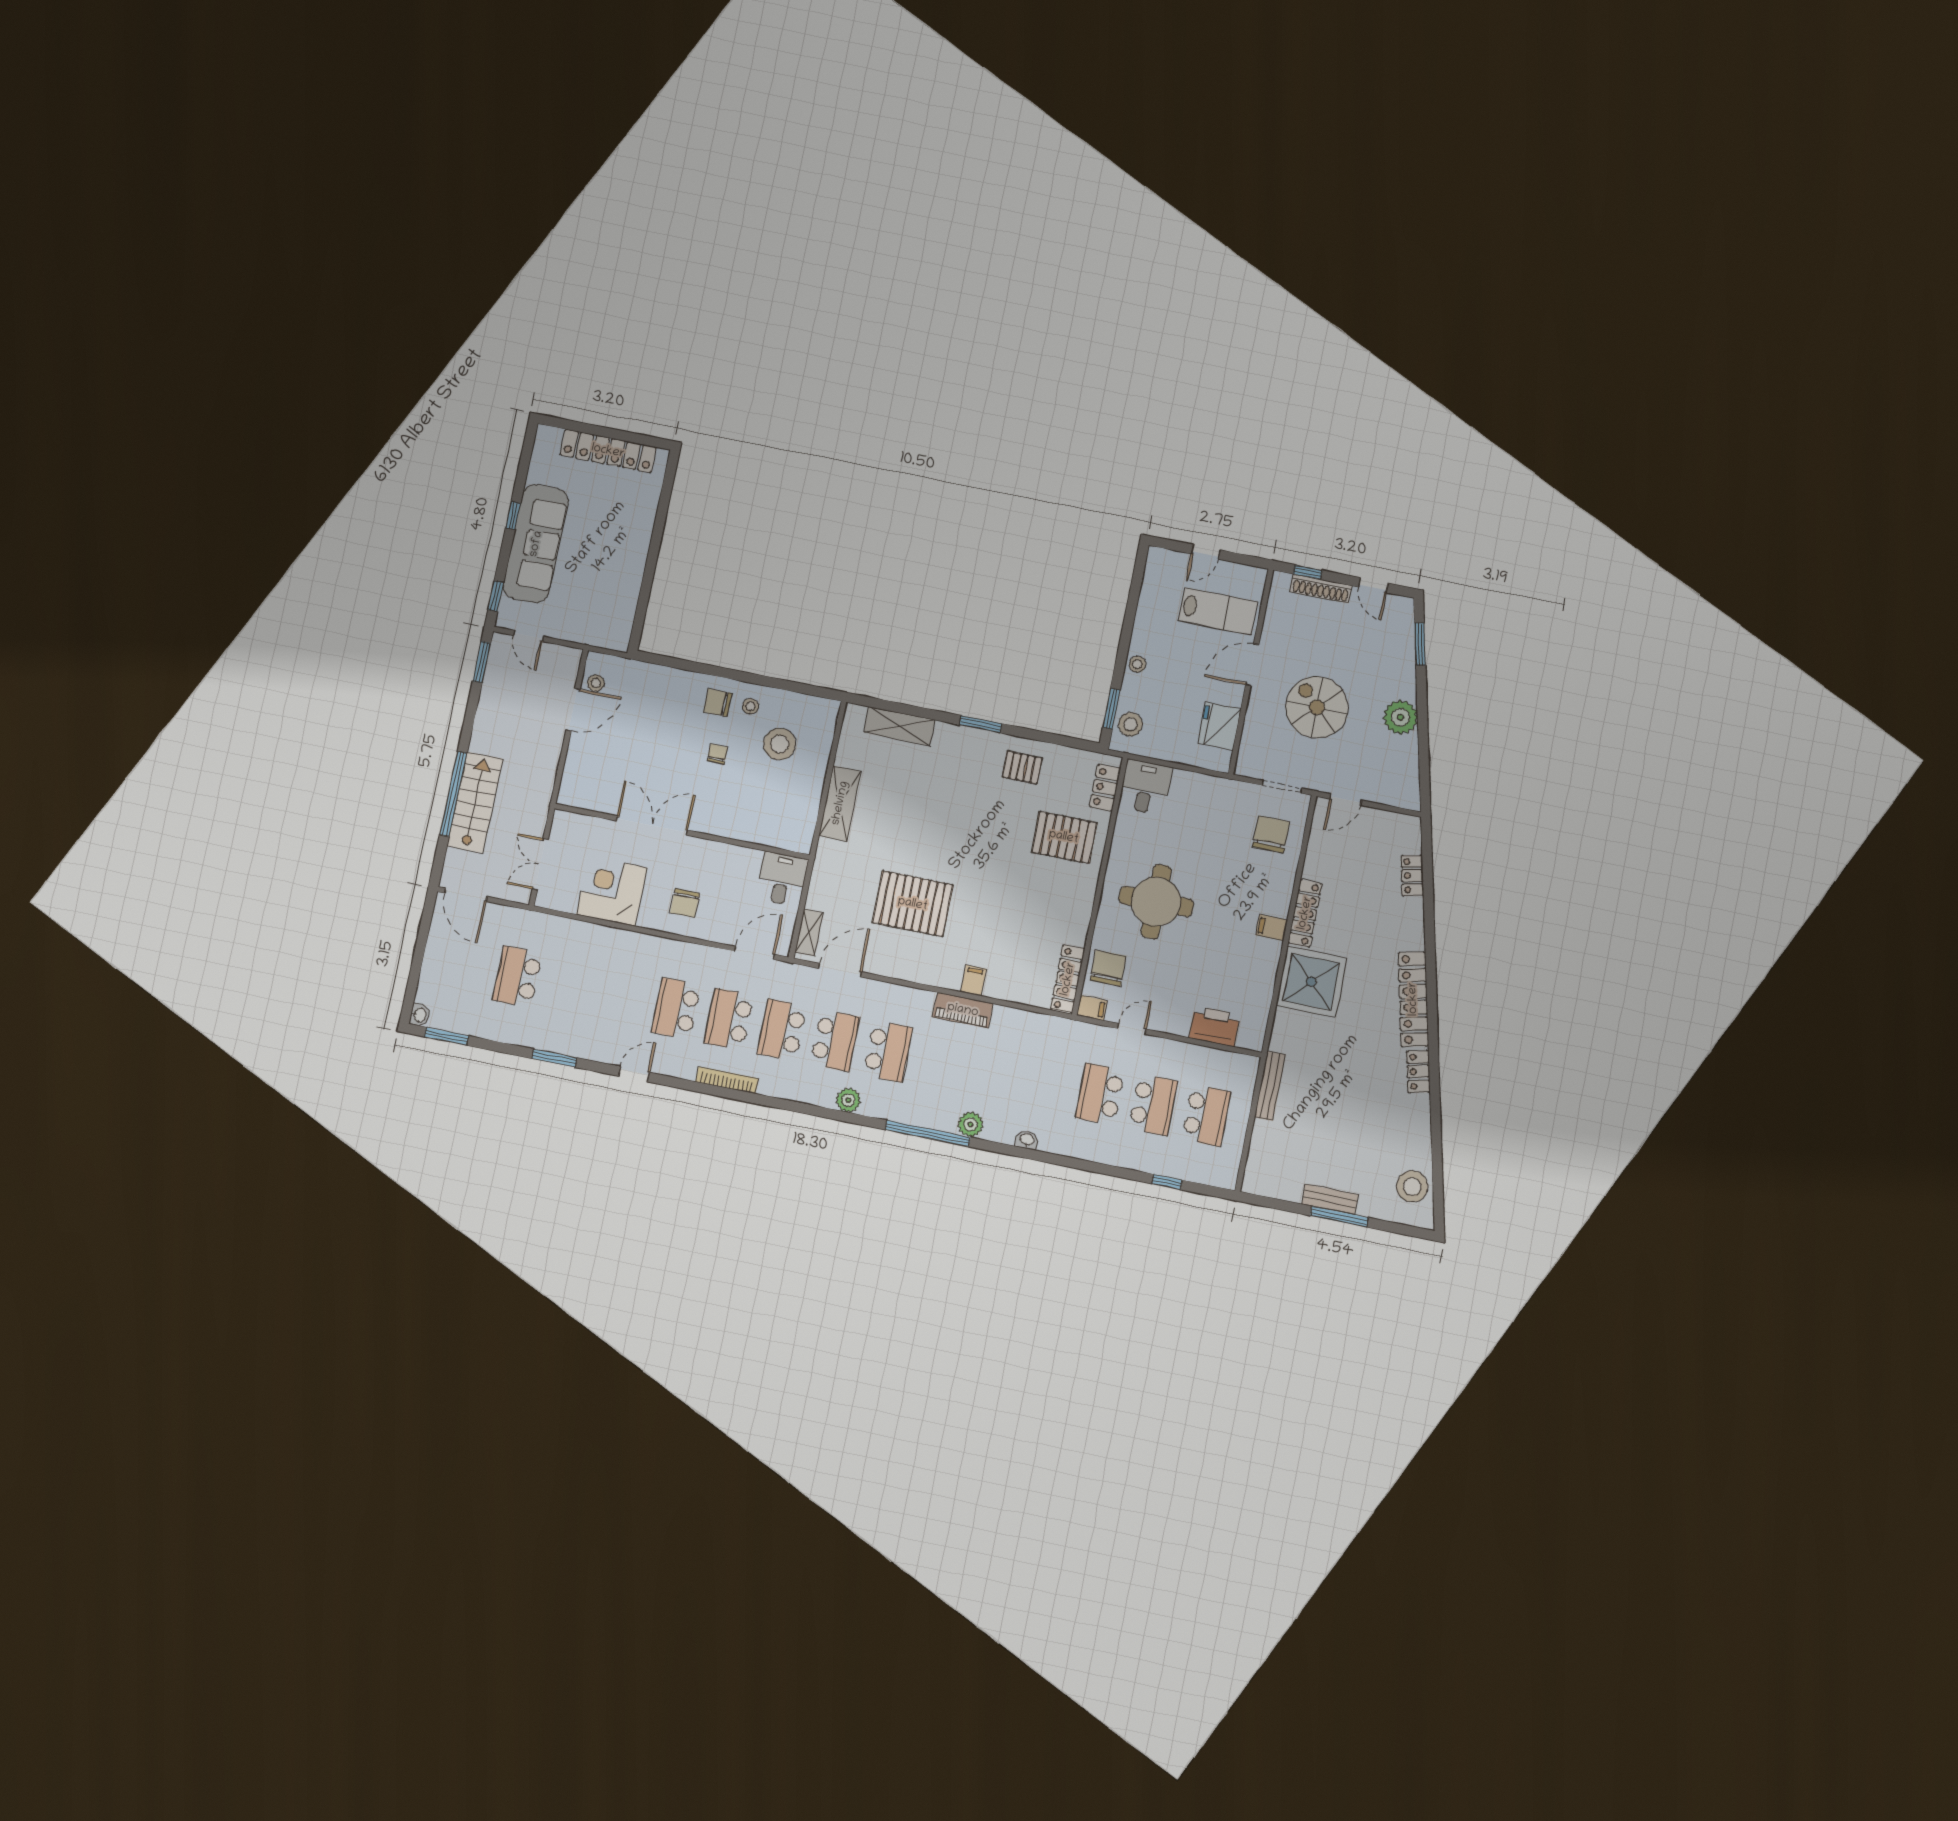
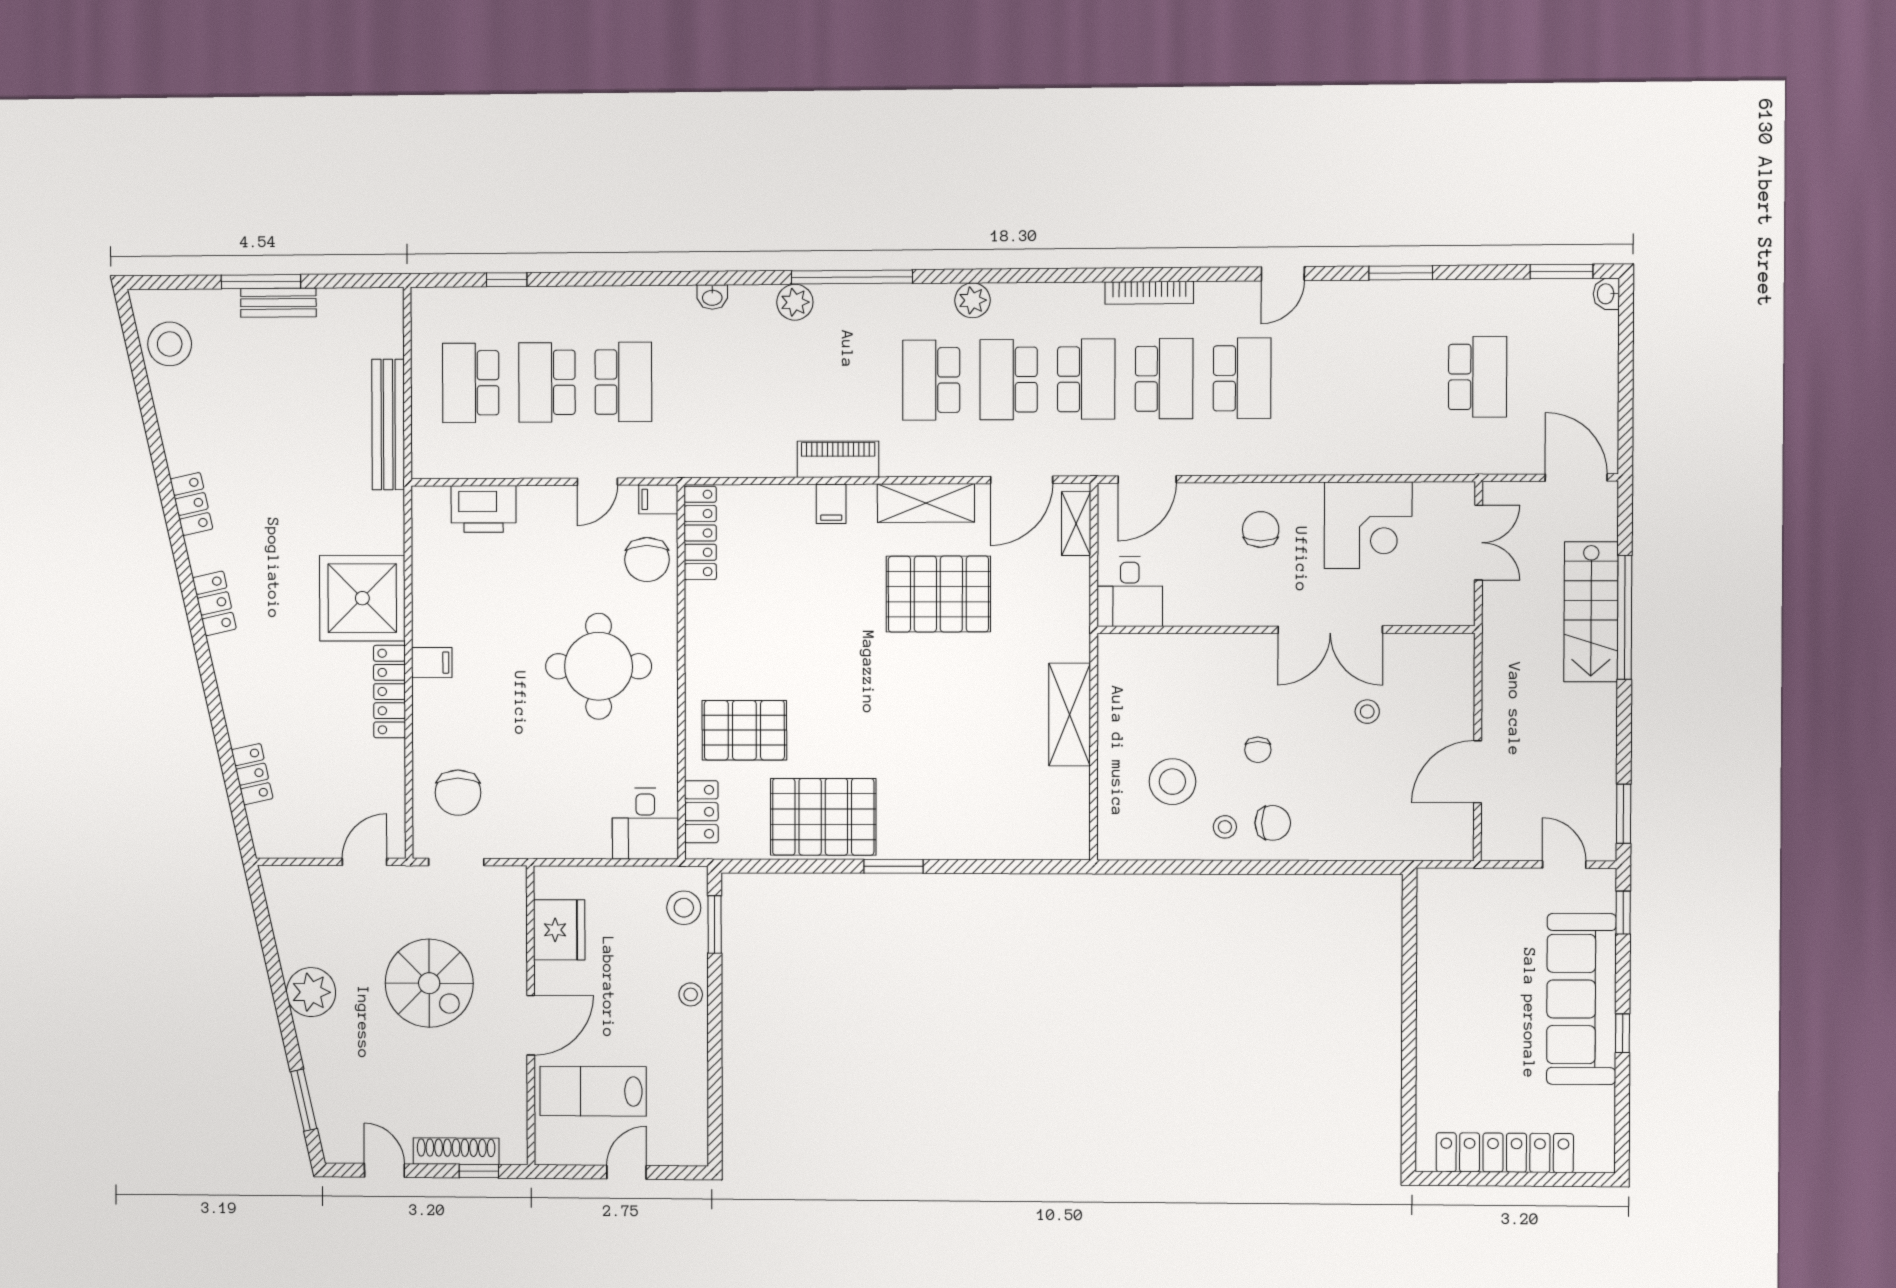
stool: (596, 683) -> (1367, 712), moved
shelving: (899, 726) -> (926, 503), moved
pallet: (1022, 767) -> (823, 817), width x2.05, depth x2.00
locker: (1413, 999) -> (214, 603), width x0.46, depth x0.83
bench: (1270, 1086) -> (388, 424), width x1.37, depth x1.21

